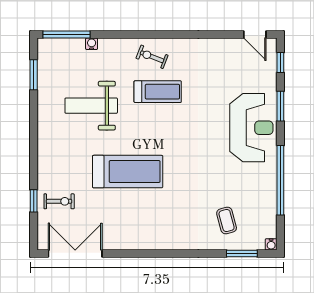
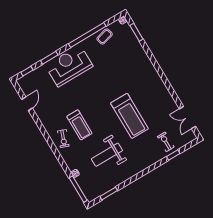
door: (255, 35) -> (27, 104), moved
treadmill: (158, 92) -> (79, 125), turned 180
weight bench: (91, 106) -> (107, 155), turned 90
treadmill: (128, 172) -> (129, 116), turned 180
coffee table: (227, 221) -> (105, 36), moved
double door: (75, 254) -> (188, 118), width x0.73

